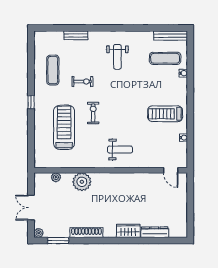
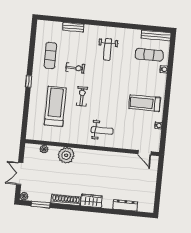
wardrobe: (128, 231) -> (91, 201), moved

